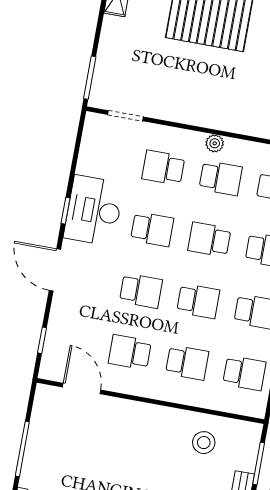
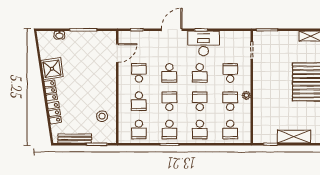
school desk: (221, 178) -> (230, 101), turned 180
school desk: (198, 301) -> (169, 101), turned 180

